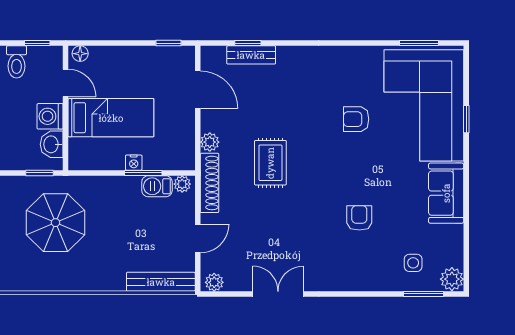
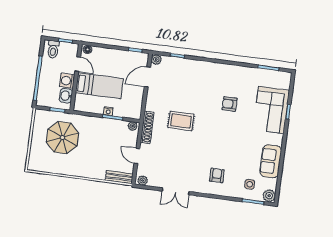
bench: (251, 55) -> (178, 62), removed
door: (198, 90) -> (147, 77), swing flipped
corner sofa: (424, 105) -> (271, 110), width x0.73, depth x0.74
plant: (210, 142) -> (156, 59), moved
rug: (270, 163) -> (181, 121), turned 90
barbecue: (157, 186) -> (119, 125), removed
sofa: (446, 193) -> (271, 161), moved
armchair: (359, 218) -> (217, 175), moved
door: (198, 238) -> (137, 156), swing flipped
bench: (161, 282) -> (119, 177), width x0.73
double door: (278, 294) -> (176, 191), swing flipped

